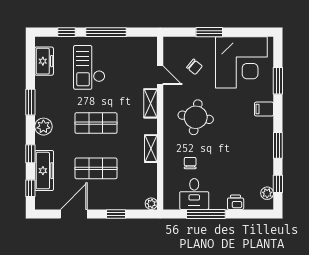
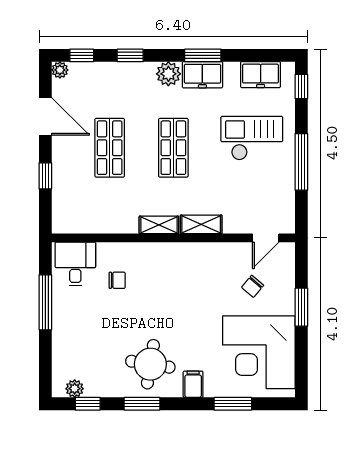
window: (67, 32) -> (301, 87), moved
door: (160, 75) -> (266, 238), moved
round table: (196, 117) -> (150, 364), moved
shelving: (151, 149) -> (159, 225), moved
freezer: (44, 171) -> (202, 75), moved, width x0.71
desk: (194, 194) -> (75, 264), moved, turned 90
printer: (236, 202) -> (62, 344), removed
plant: (151, 204) -> (60, 70), moved

